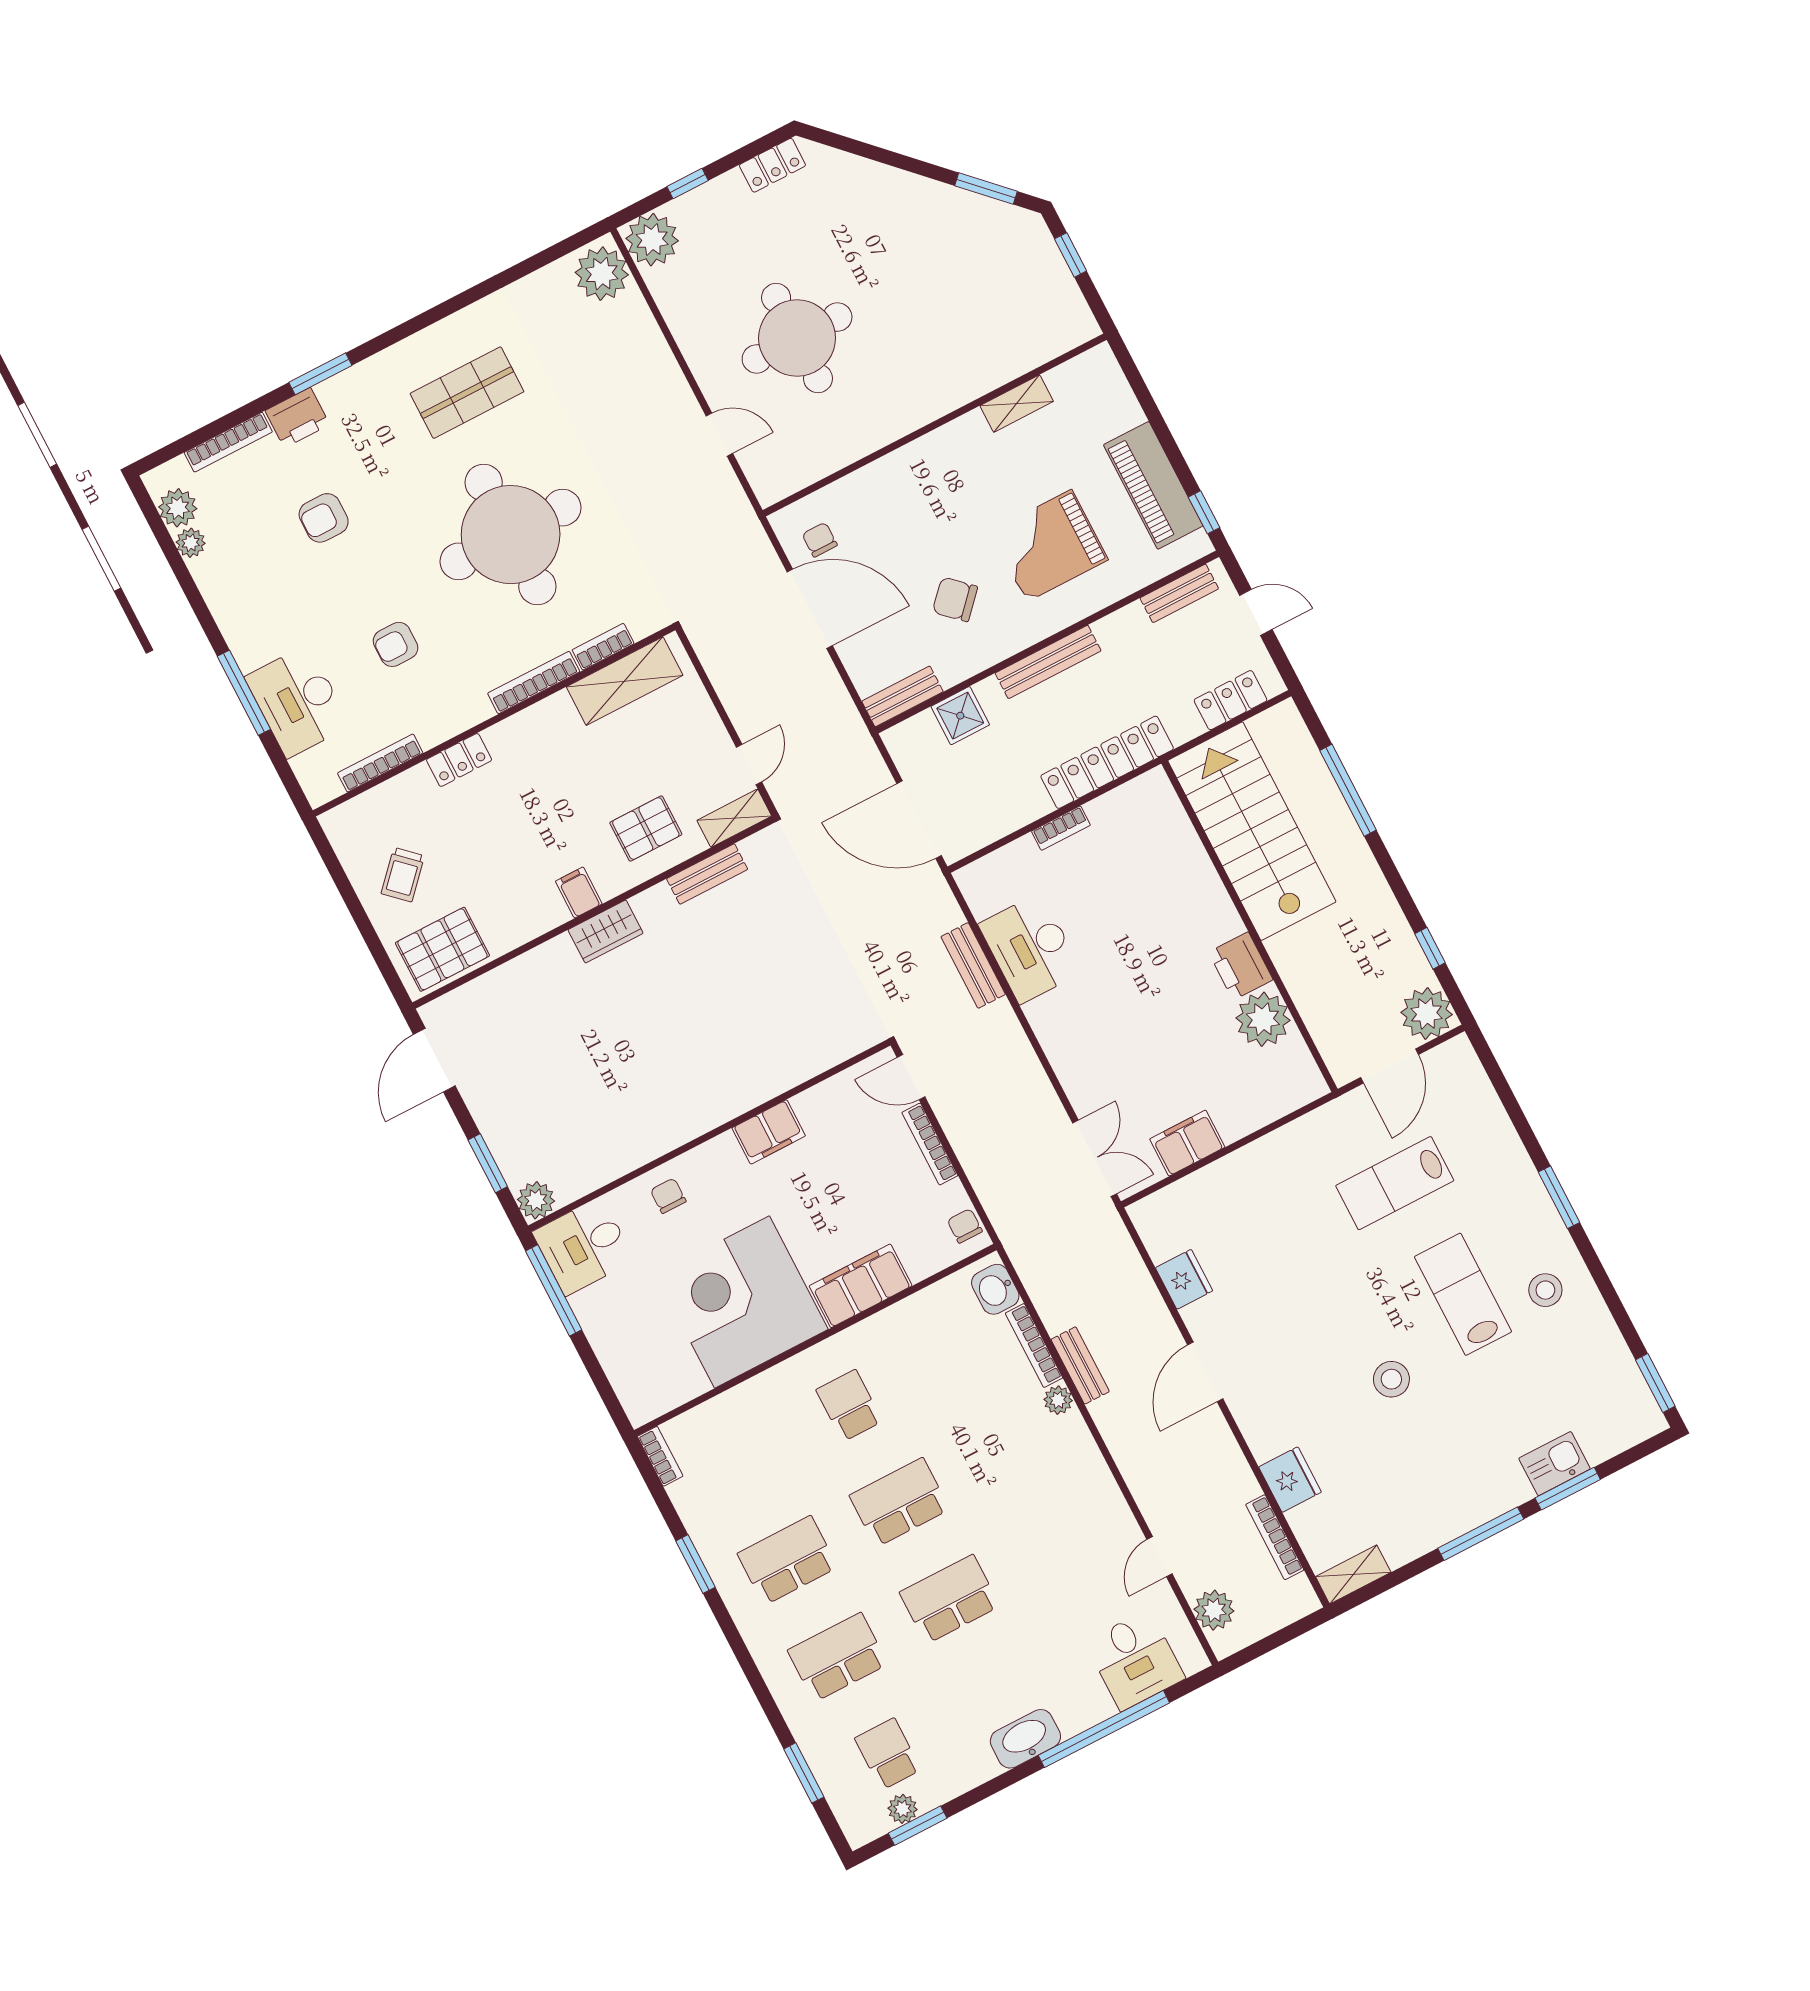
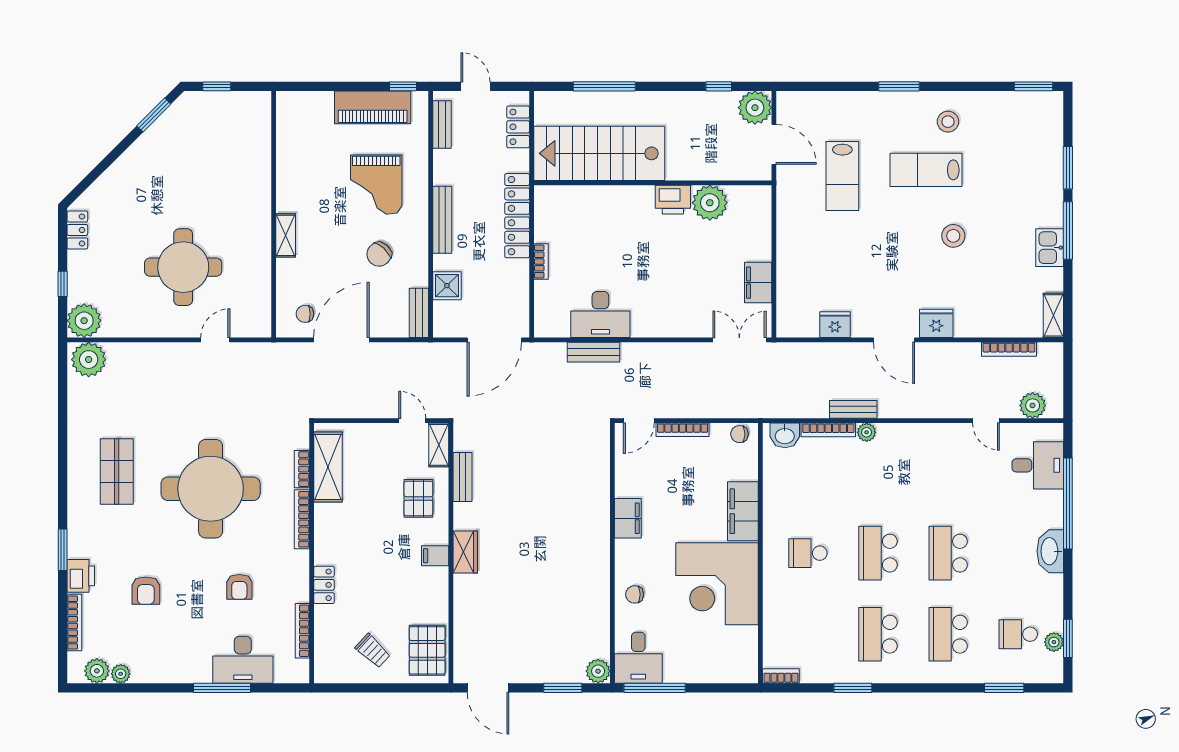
shelving: (1017, 404) -> (286, 235), moved
door: (1256, 612) -> (476, 86), hinge flipped
kitchen sink: (1554, 1464) -> (1050, 248), moved
fridge: (1290, 1480) -> (936, 323), moved

